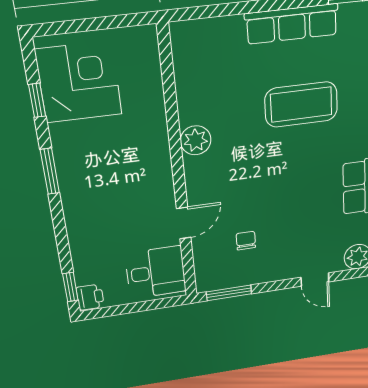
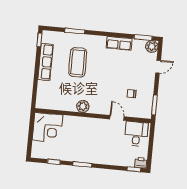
corner desk: (79, 82) -> (48, 128), moved, turned 180

